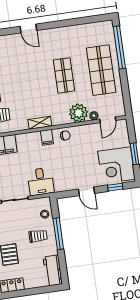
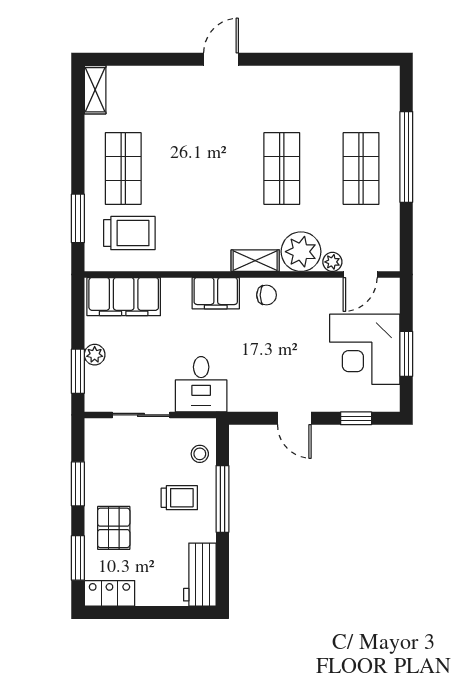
door: (28, 28) -> (221, 59), swing flipped
window: (119, 47) -> (406, 157), moved
shop shelf: (101, 70) -> (361, 169), width x0.70, depth x0.74
shelving: (40, 123) -> (255, 261), moved
filing cabinet: (47, 137) -> (216, 293), width x2.00
corner desk: (116, 165) -> (365, 349), moved

